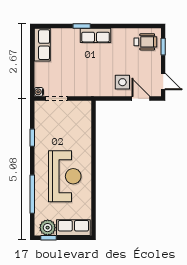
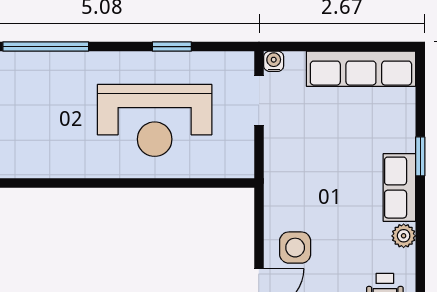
plant: (117, 33) -> (404, 236), added
row of seats: (42, 45) -> (361, 69), width x1.48
reception desk: (65, 176) -> (155, 120), moved

